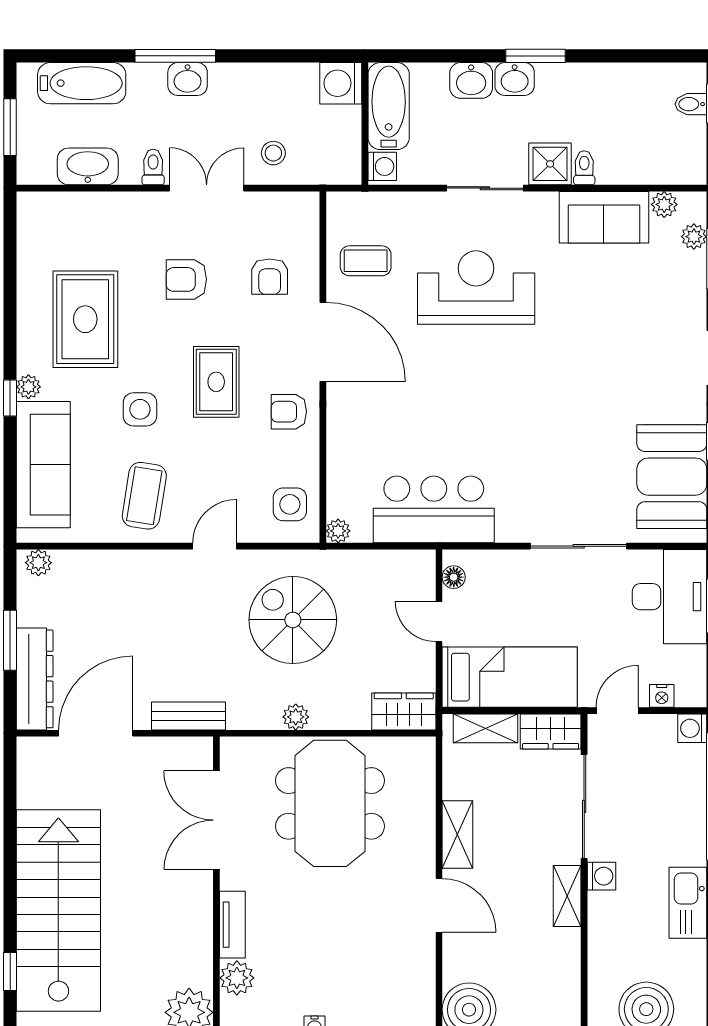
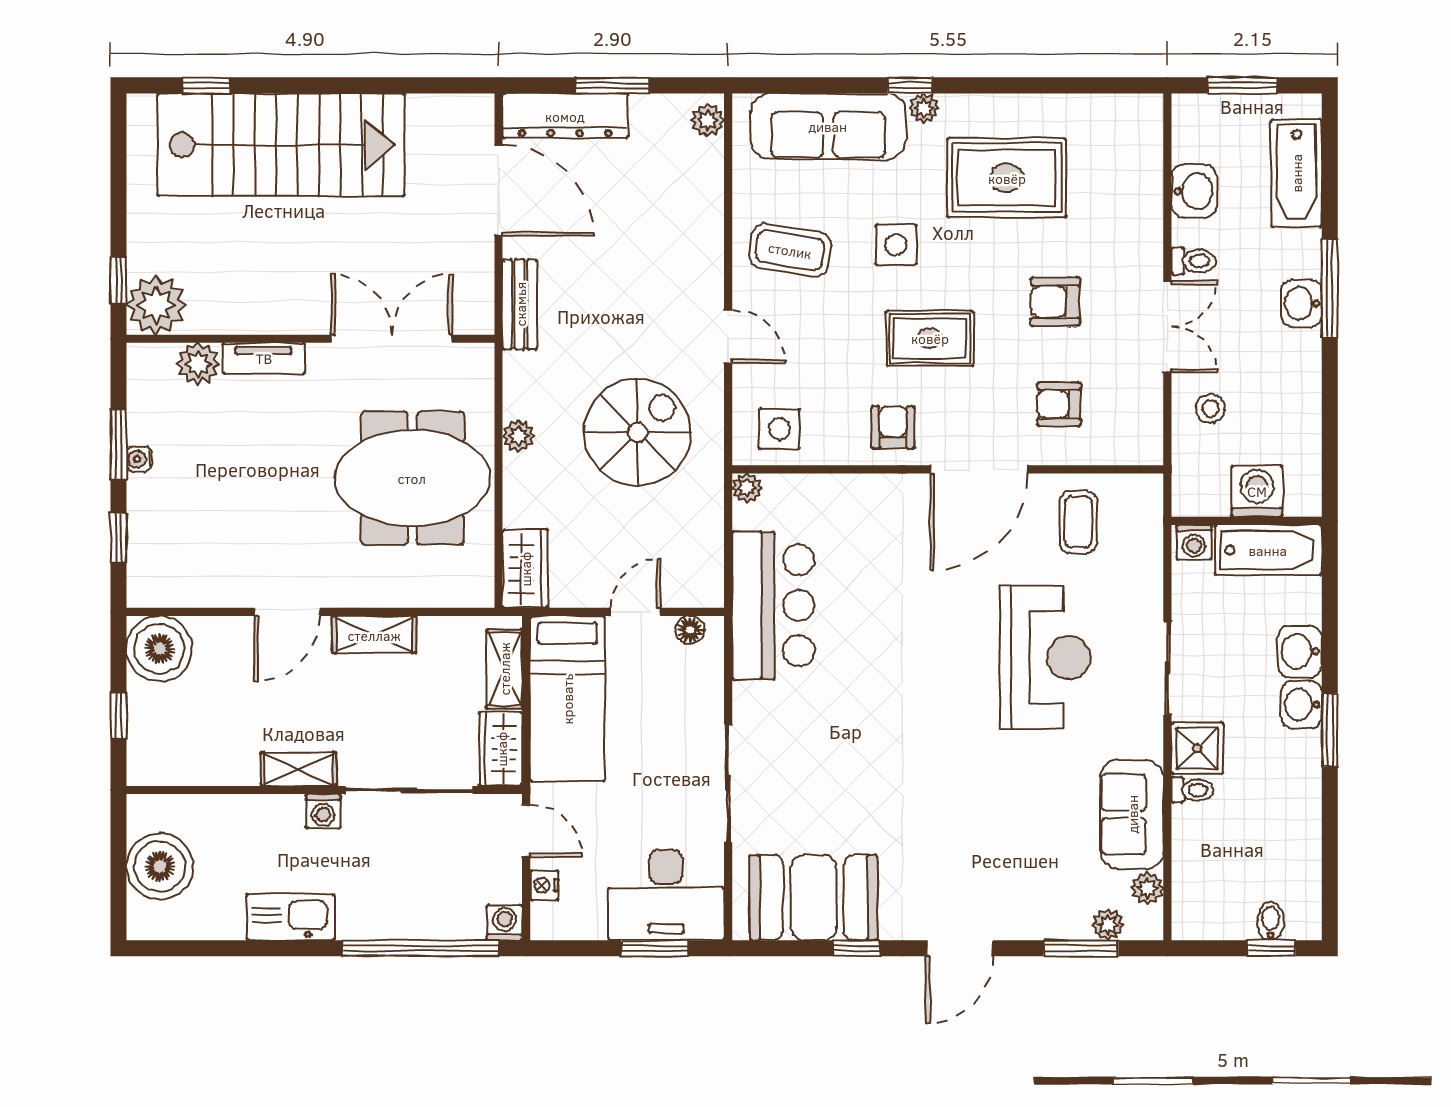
washing machine: (341, 83) -> (1257, 491), moved
washbasin: (88, 166) -> (1194, 191), width x0.72
armchair: (186, 279) -> (1055, 302), turned -90

